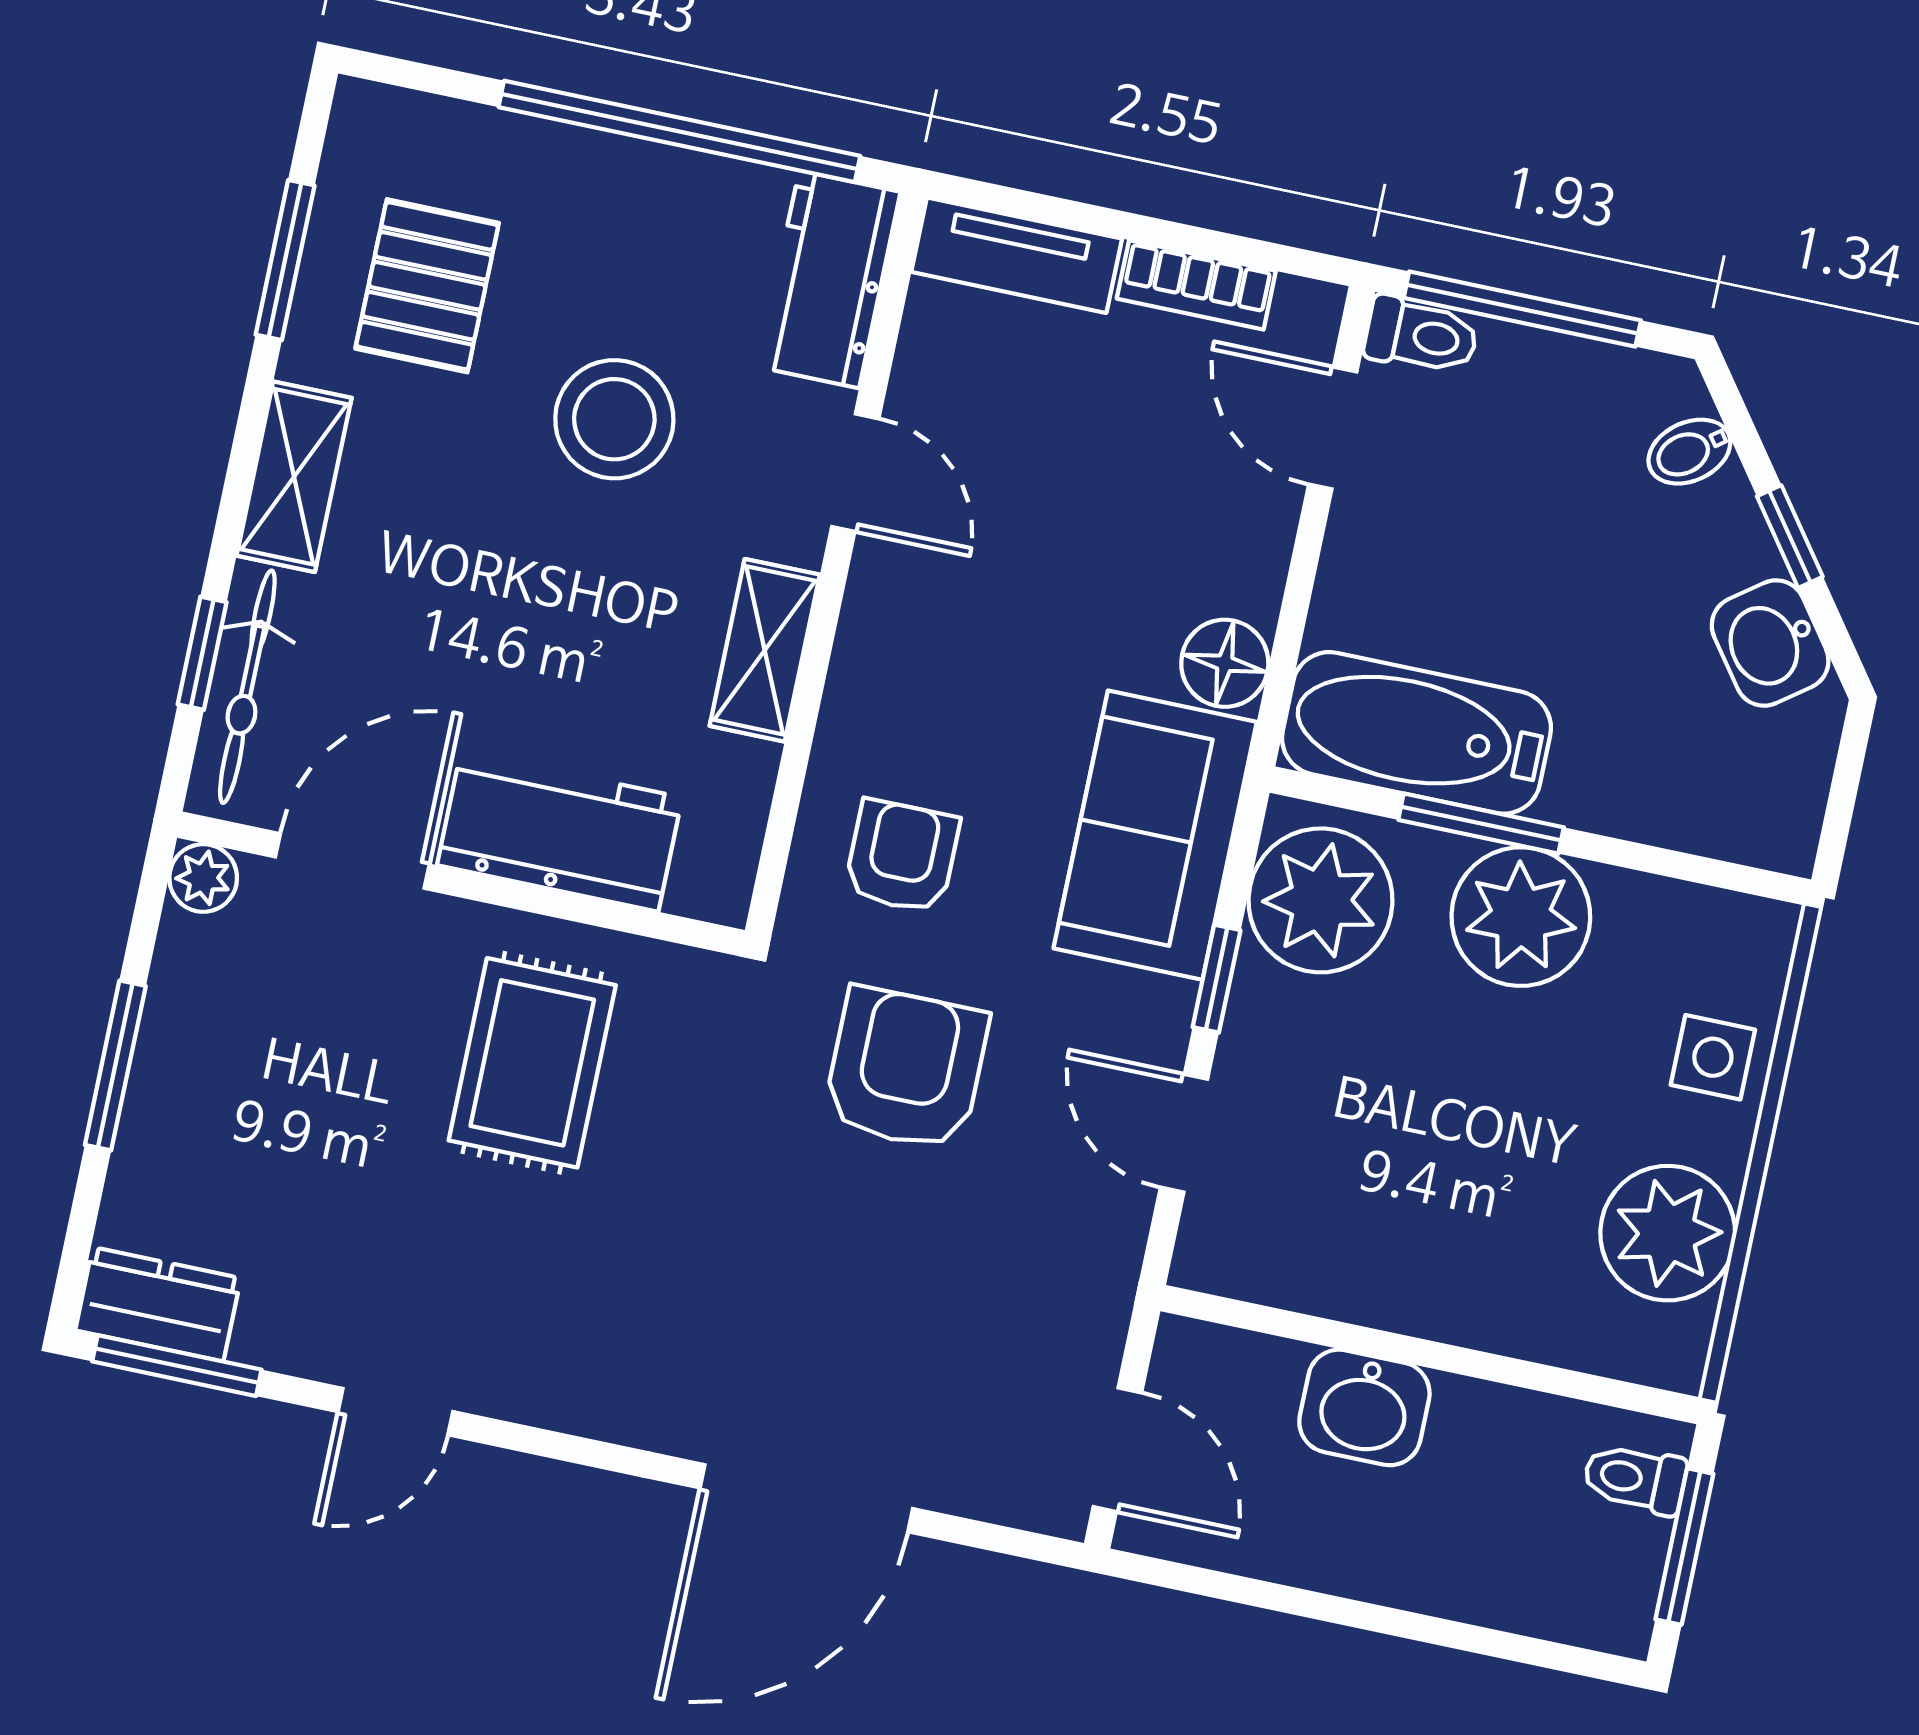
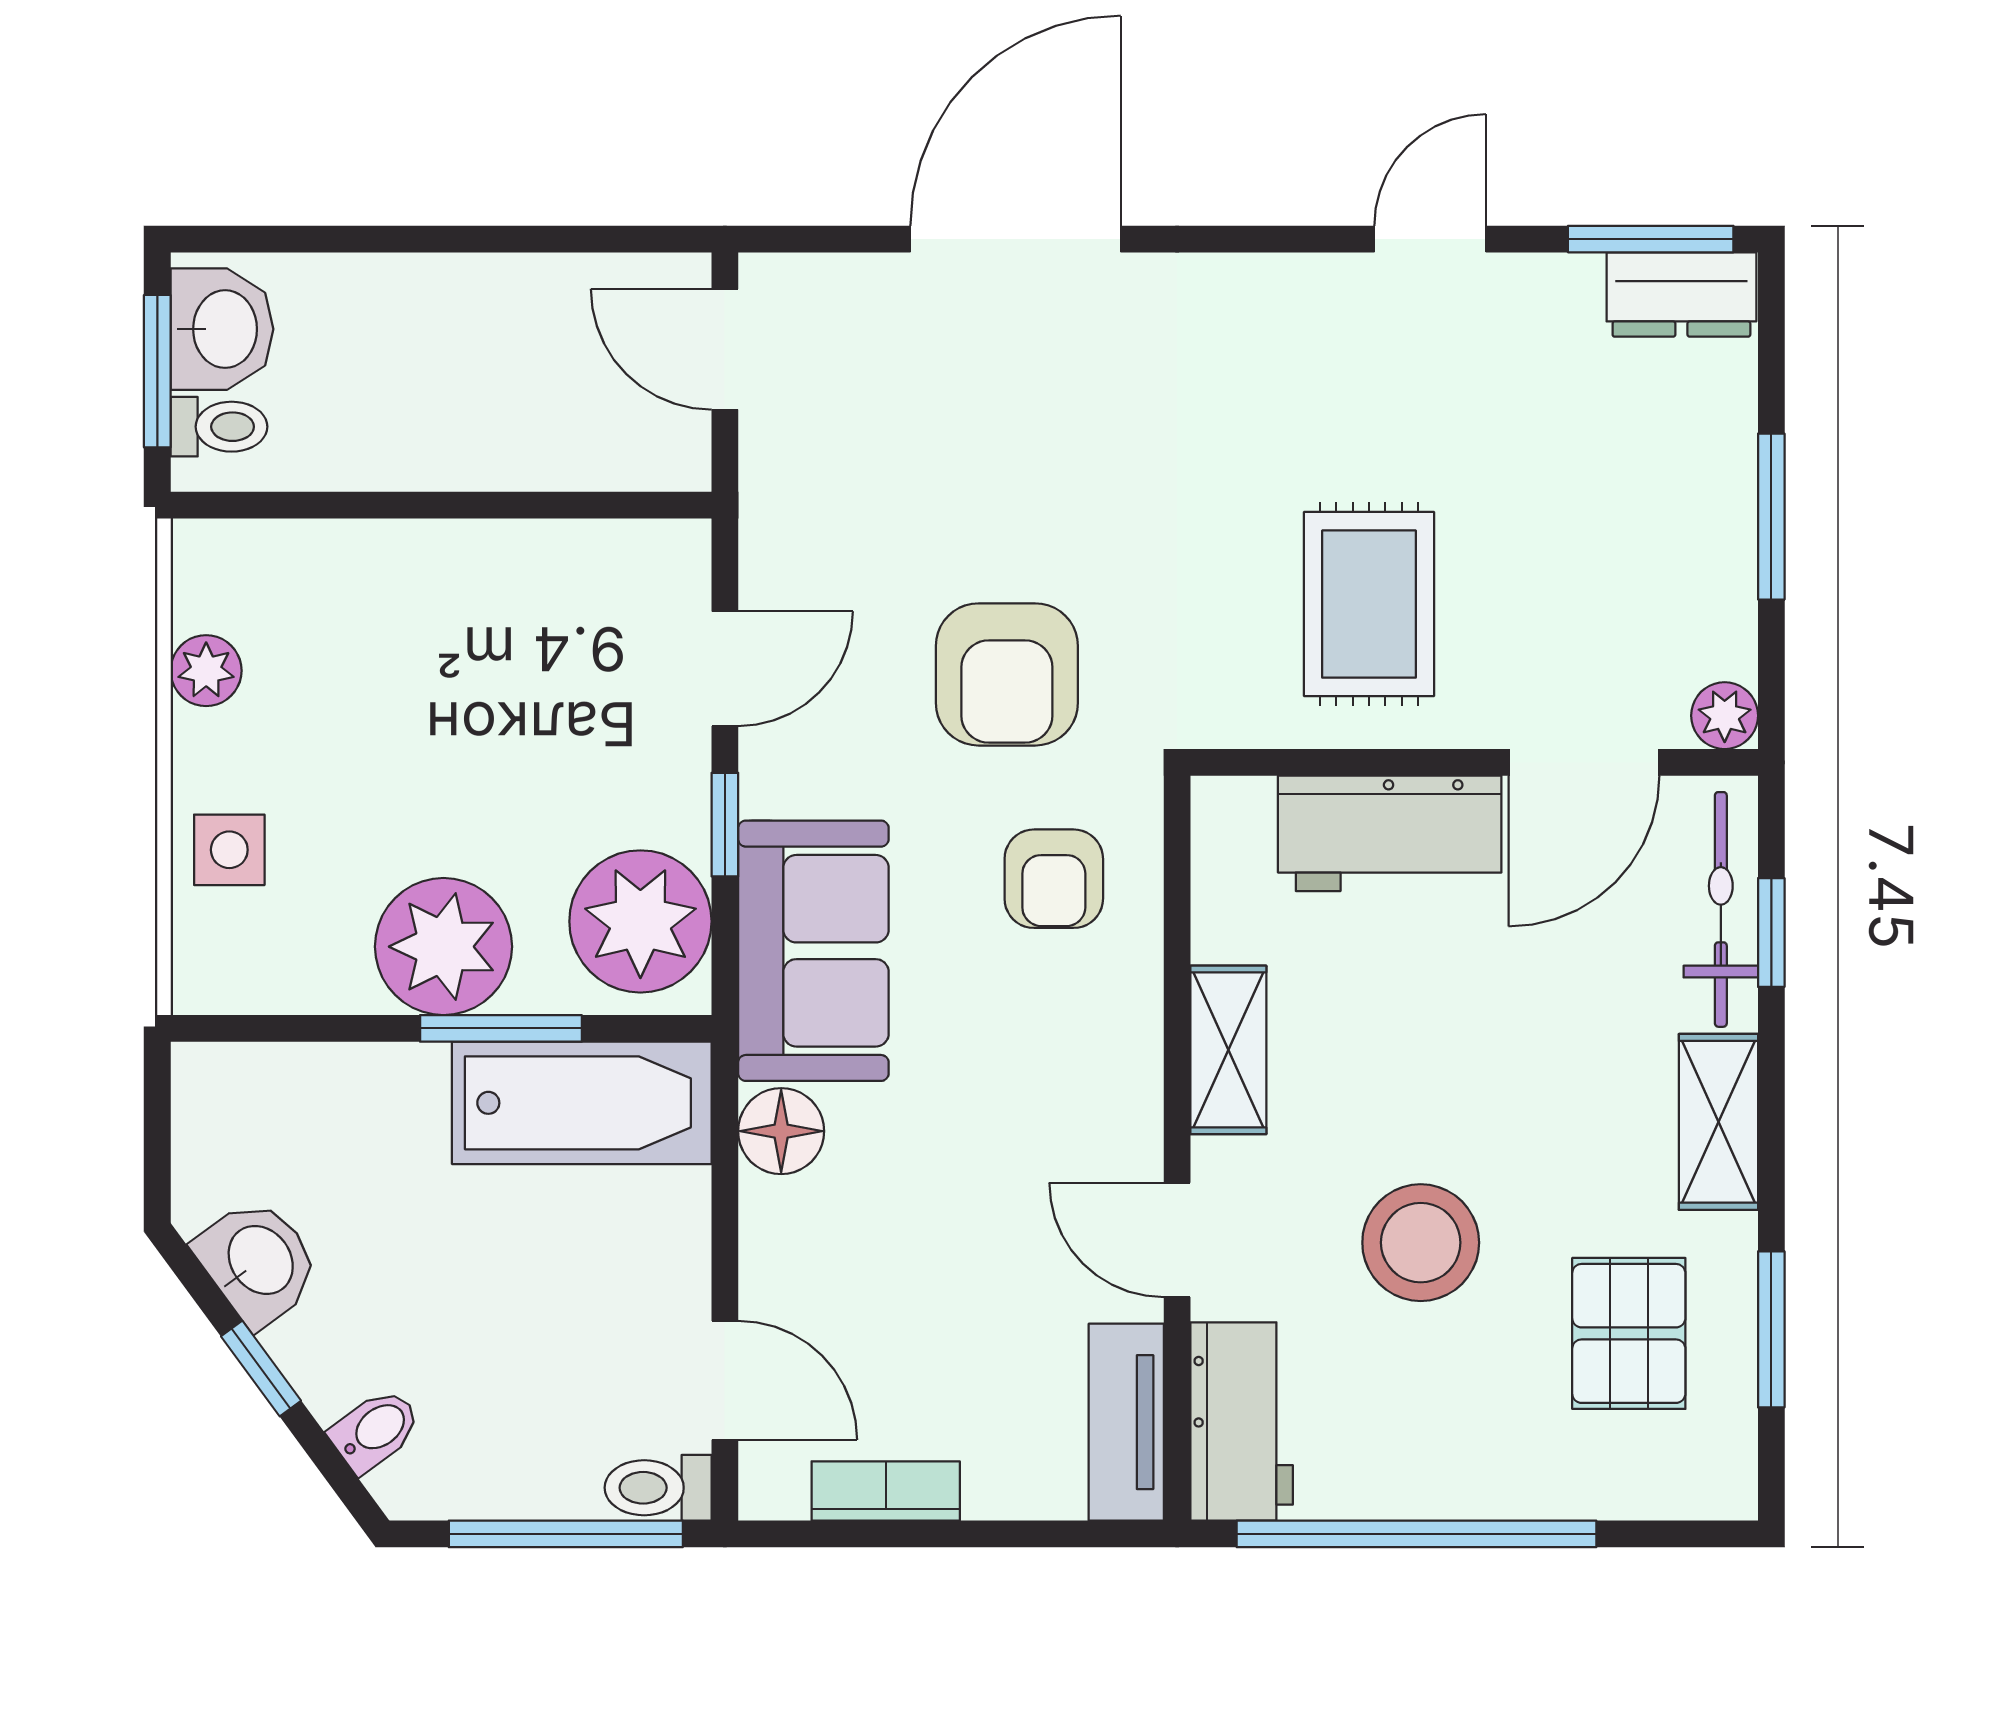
tv unit: (1017, 255) -> (1126, 1422), moved, turned -90
door: (1184, 1133) -> (725, 669), hinge flipped
plant: (1668, 1233) -> (206, 671), width x0.53, depth x0.53
washbasin: (1364, 1407) -> (222, 329), moved, turned 90

